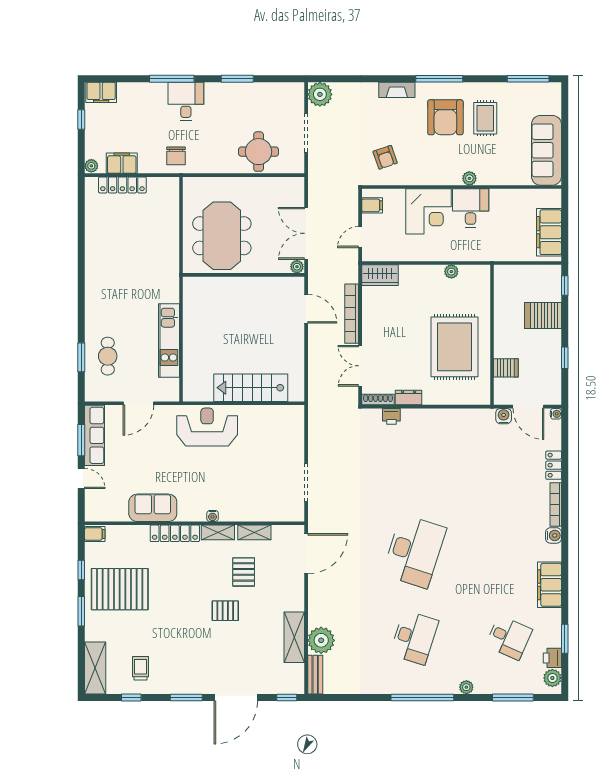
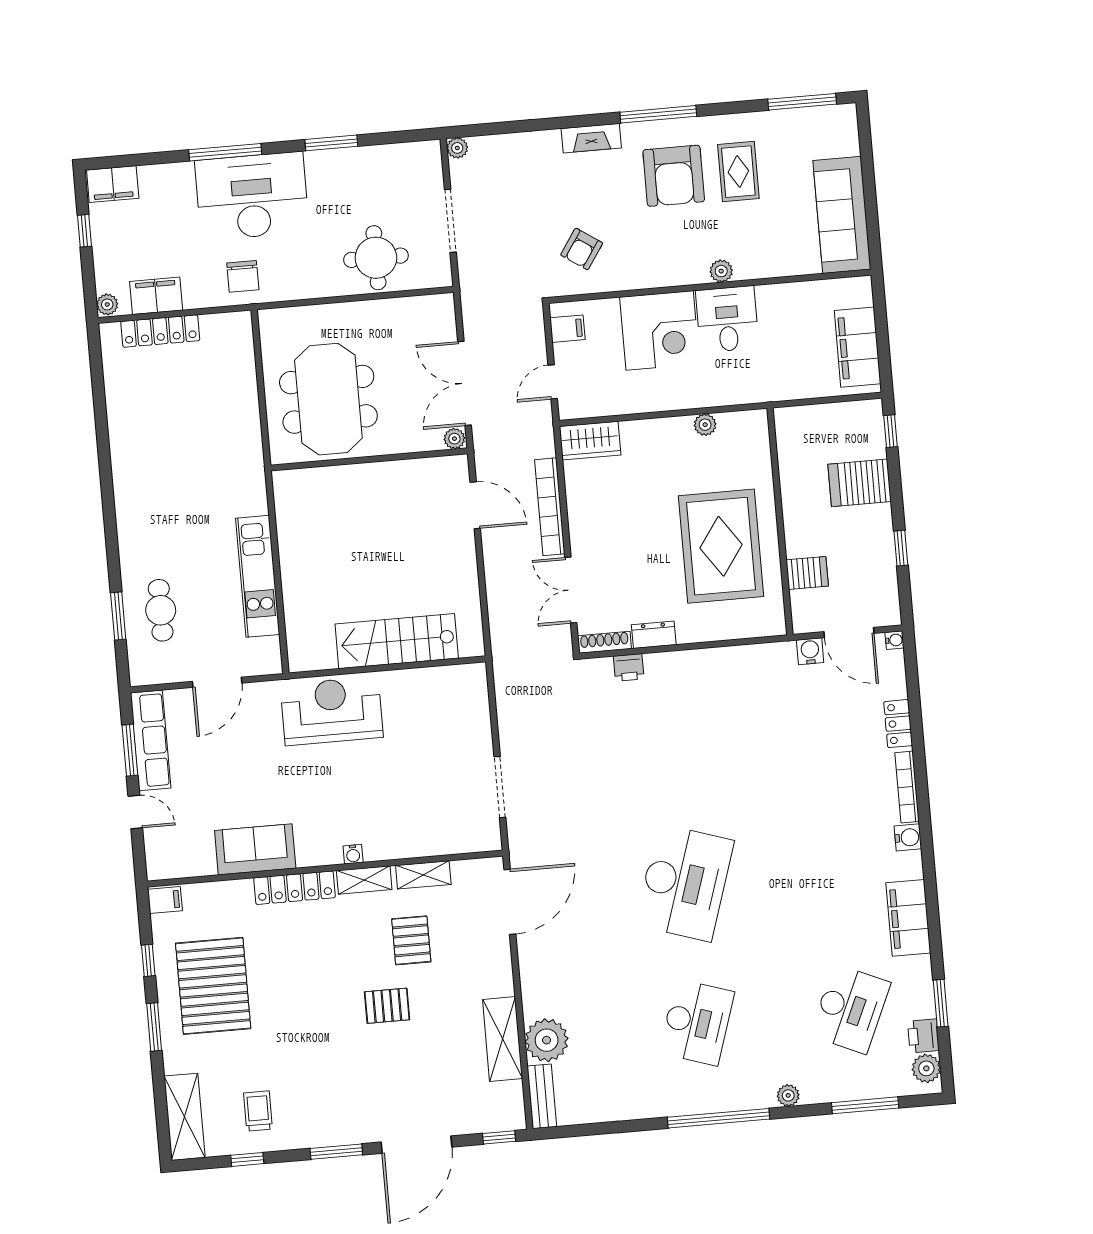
plant: (320, 94) -> (457, 148), width x0.53, depth x0.53
desk: (186, 101) -> (252, 196), width x1.87, depth x1.30
armchair: (385, 157) -> (582, 249), turned 53
pallet: (120, 589) -> (213, 986), turned 90
desk: (509, 637) -> (850, 1009), width x1.37

